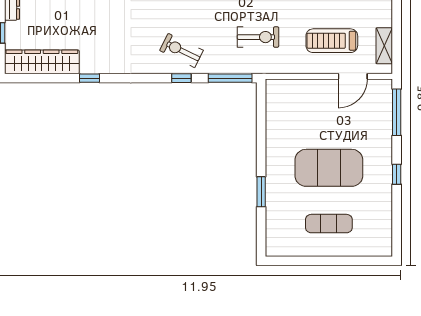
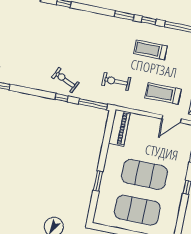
exercise bike: (258, 37) -> (116, 81), turned 180
piano: (277, 106) -> (119, 128), added
exercise mat: (329, 224) -> (137, 210), width x2.00, depth x1.45

